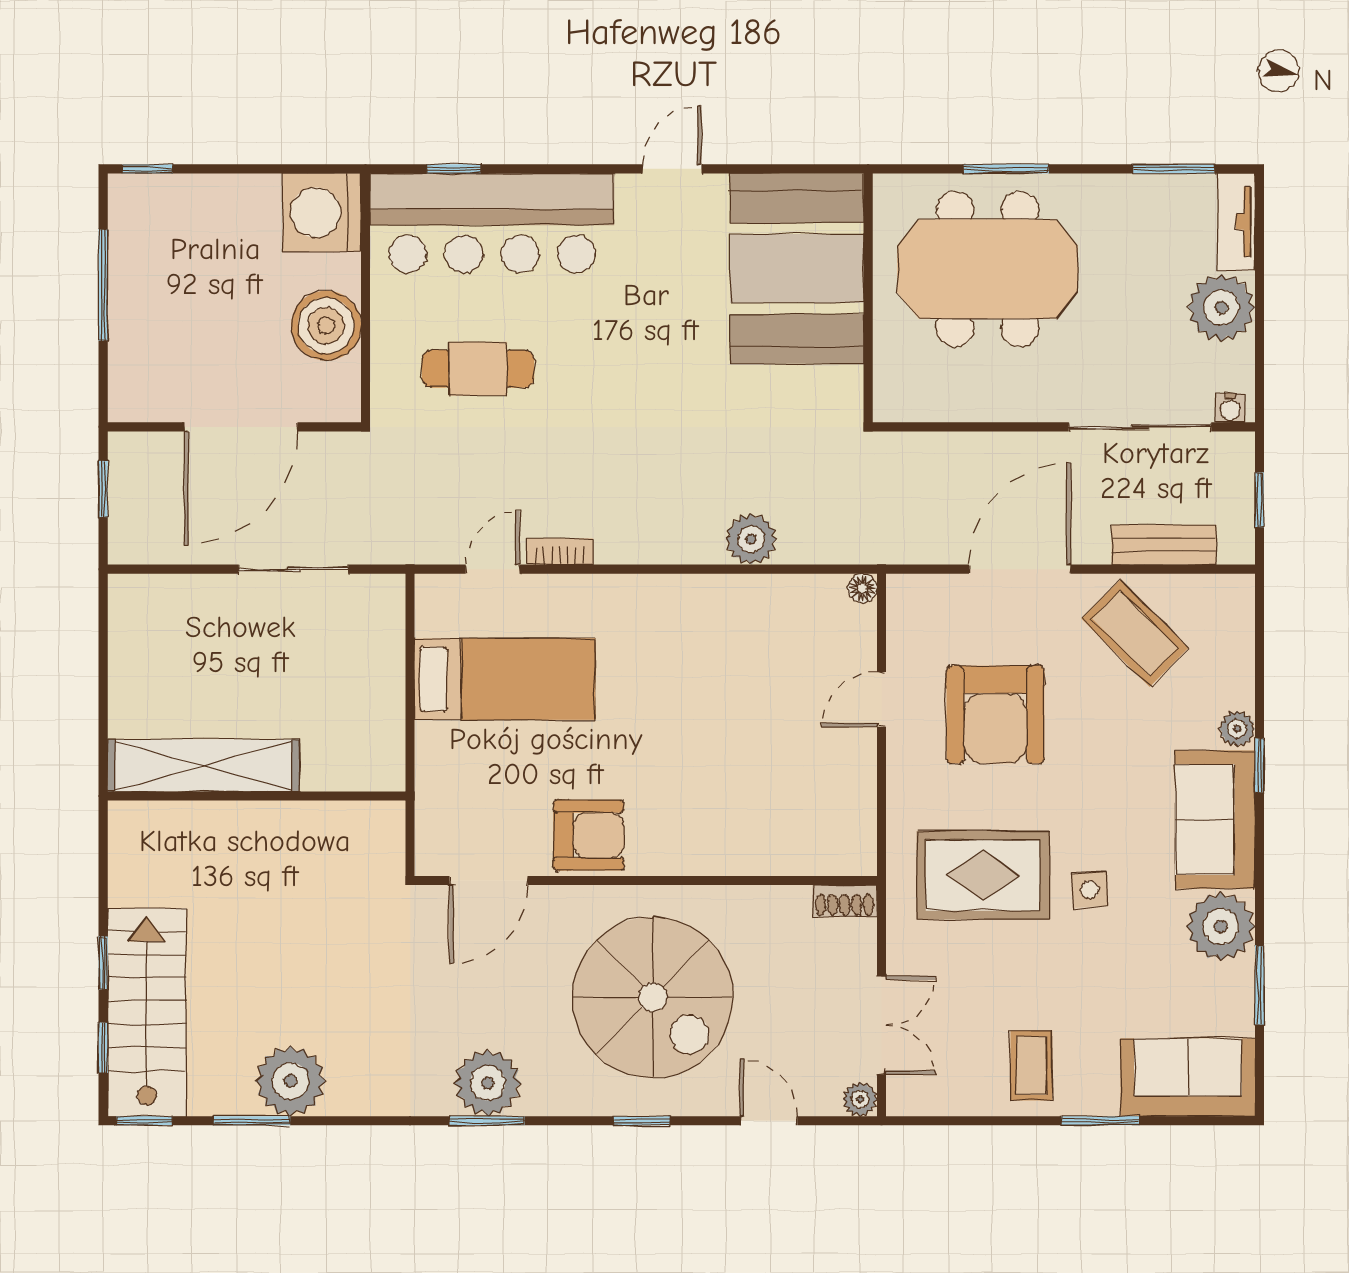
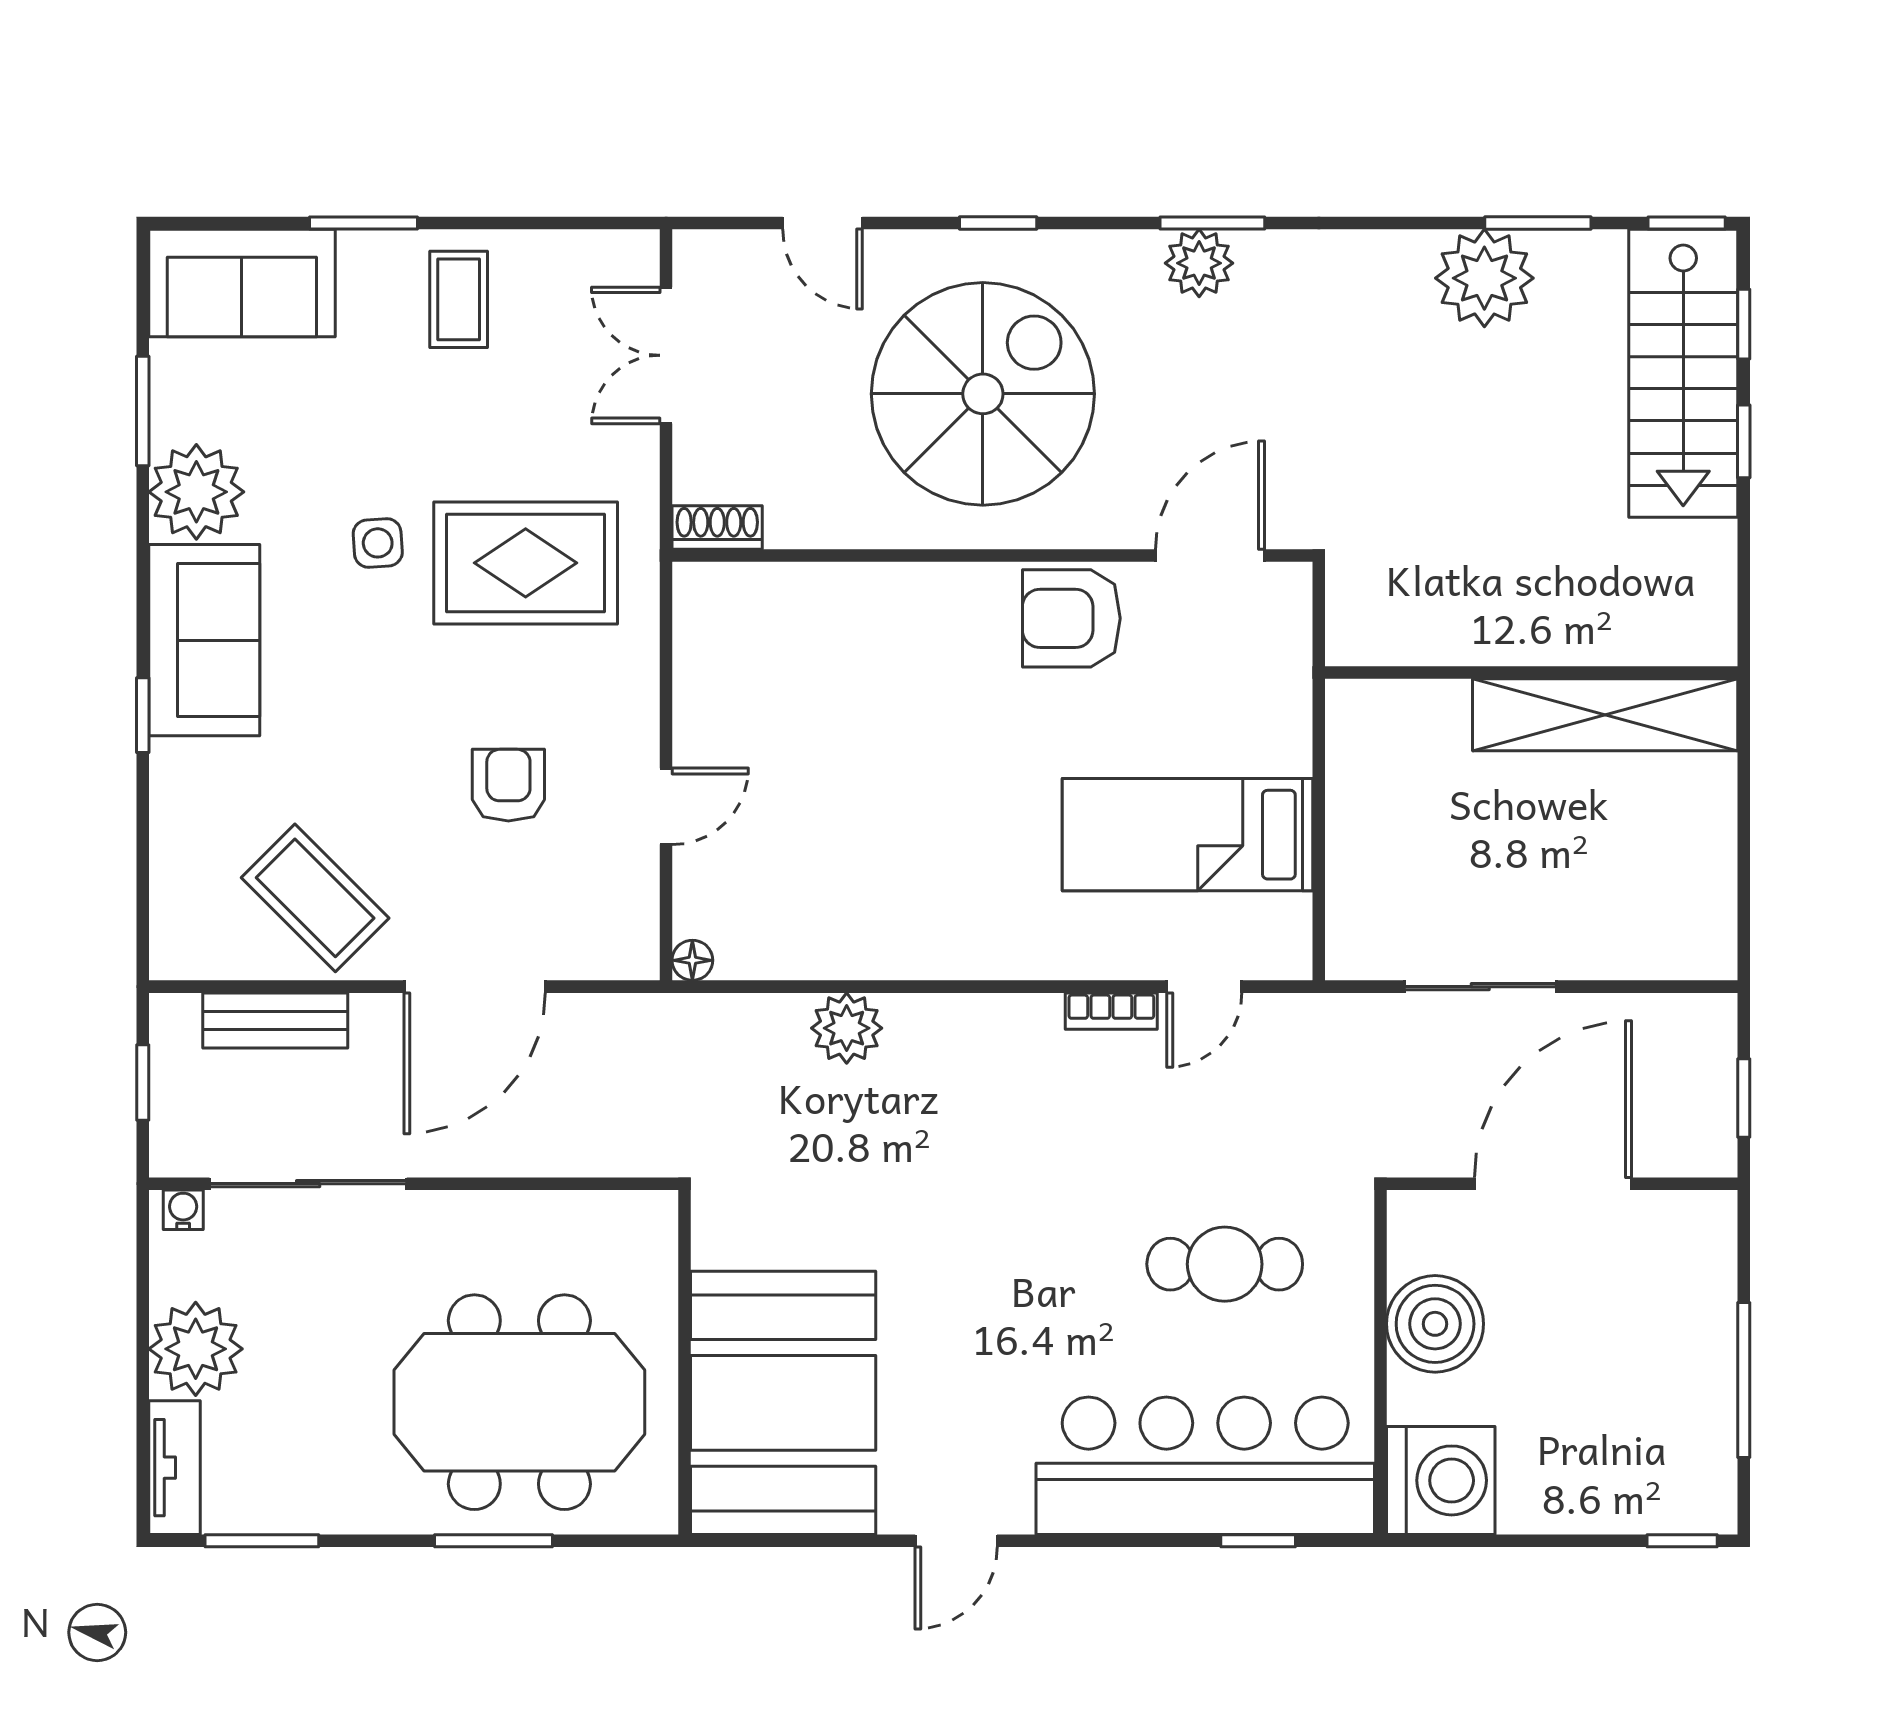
armchair: (995, 715) -> (508, 785), width x0.53, depth x0.53
plant: (1237, 729) -> (174, 766), removed
spiral stairs: (653, 997) -> (983, 394), turned 90
plant: (488, 1083) -> (1199, 263), width x0.73, depth x0.73
plant: (860, 1099) -> (696, 253), removed

